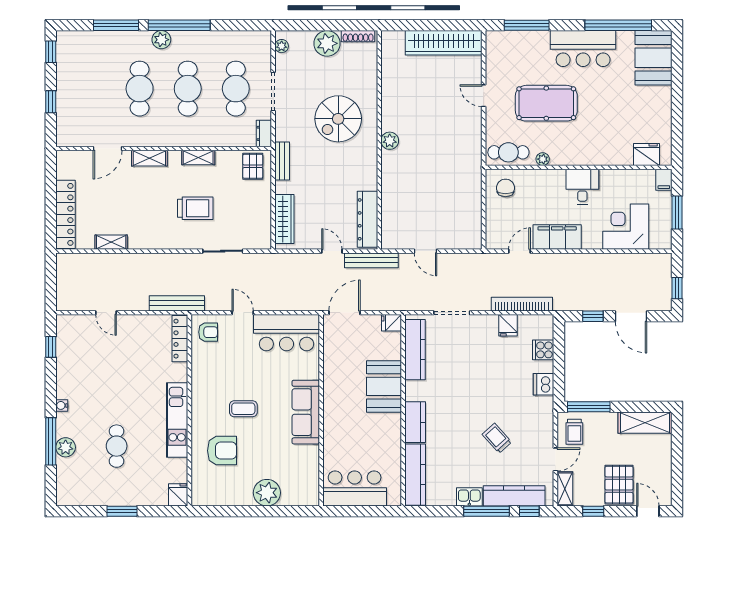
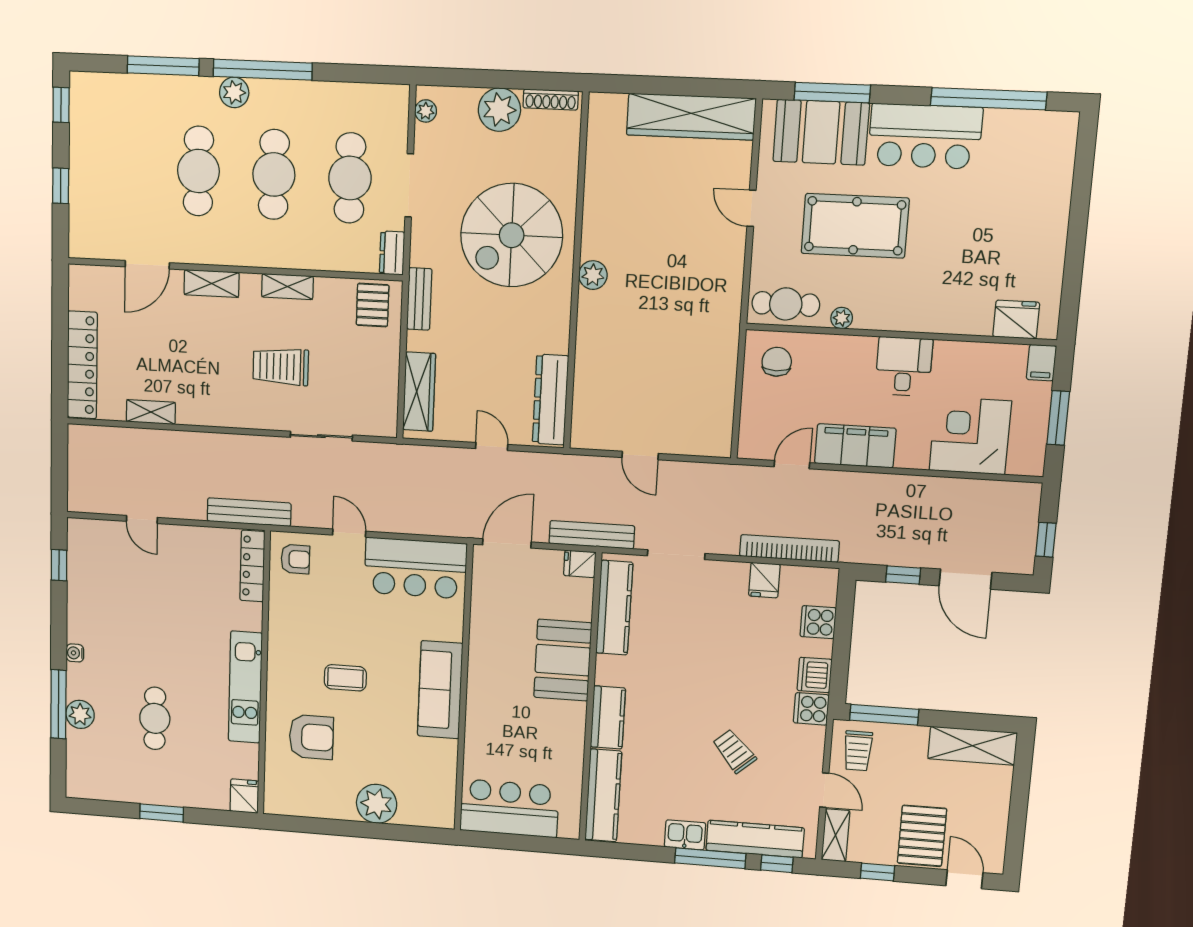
booth: (653, 58) -> (821, 132), moved, turned 90
spiral stairs: (338, 119) -> (512, 235), width x1.37, depth x1.37
trolley: (195, 208) -> (281, 367), turned 180
bench: (371, 260) -> (592, 535), moved
cooker: (543, 407) -> (811, 709), added
door: (555, 459) -> (824, 790), hinge flipped

